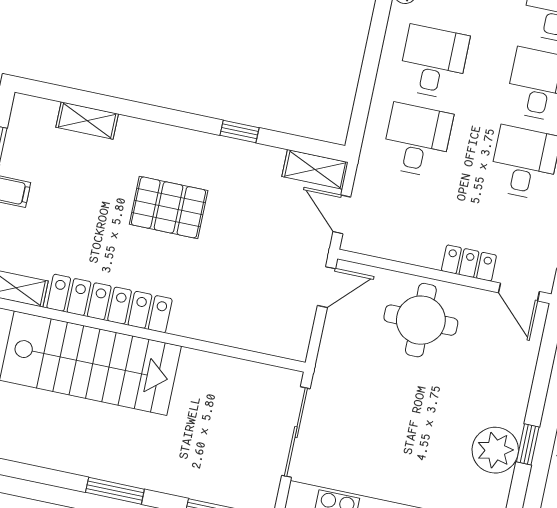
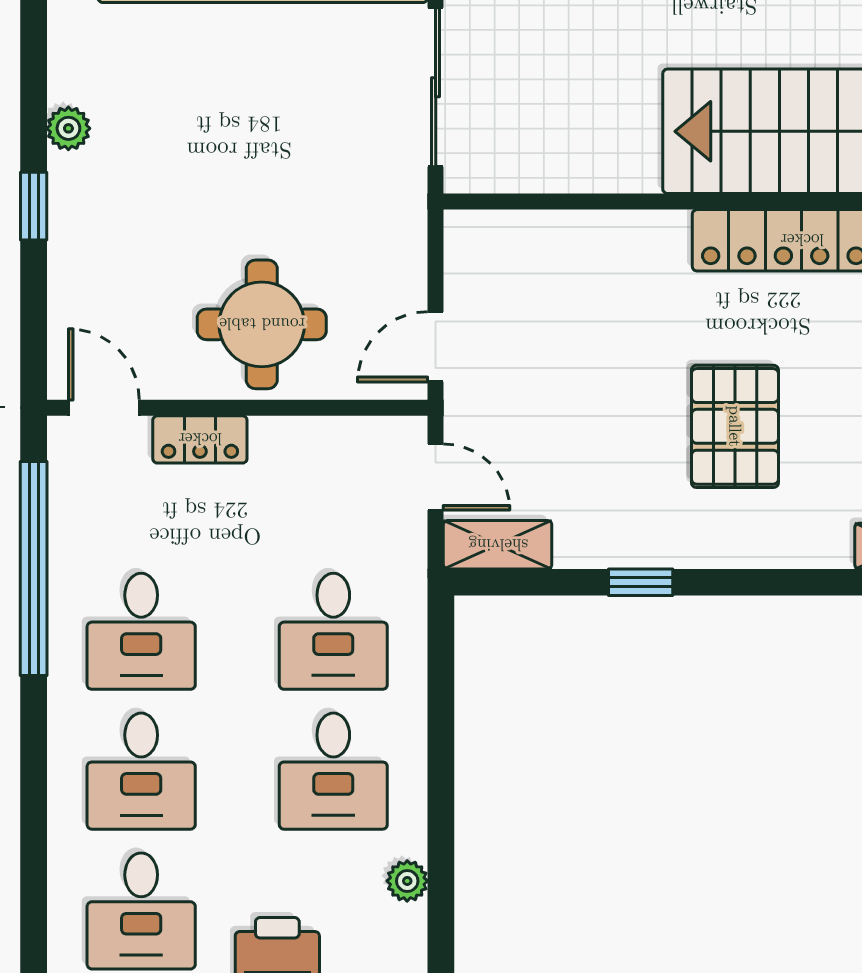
pallet: (169, 207) -> (735, 426), turned 90
window: (528, 444) -> (34, 206), moved
plant: (495, 450) -> (68, 128), width x0.53, depth x0.53

